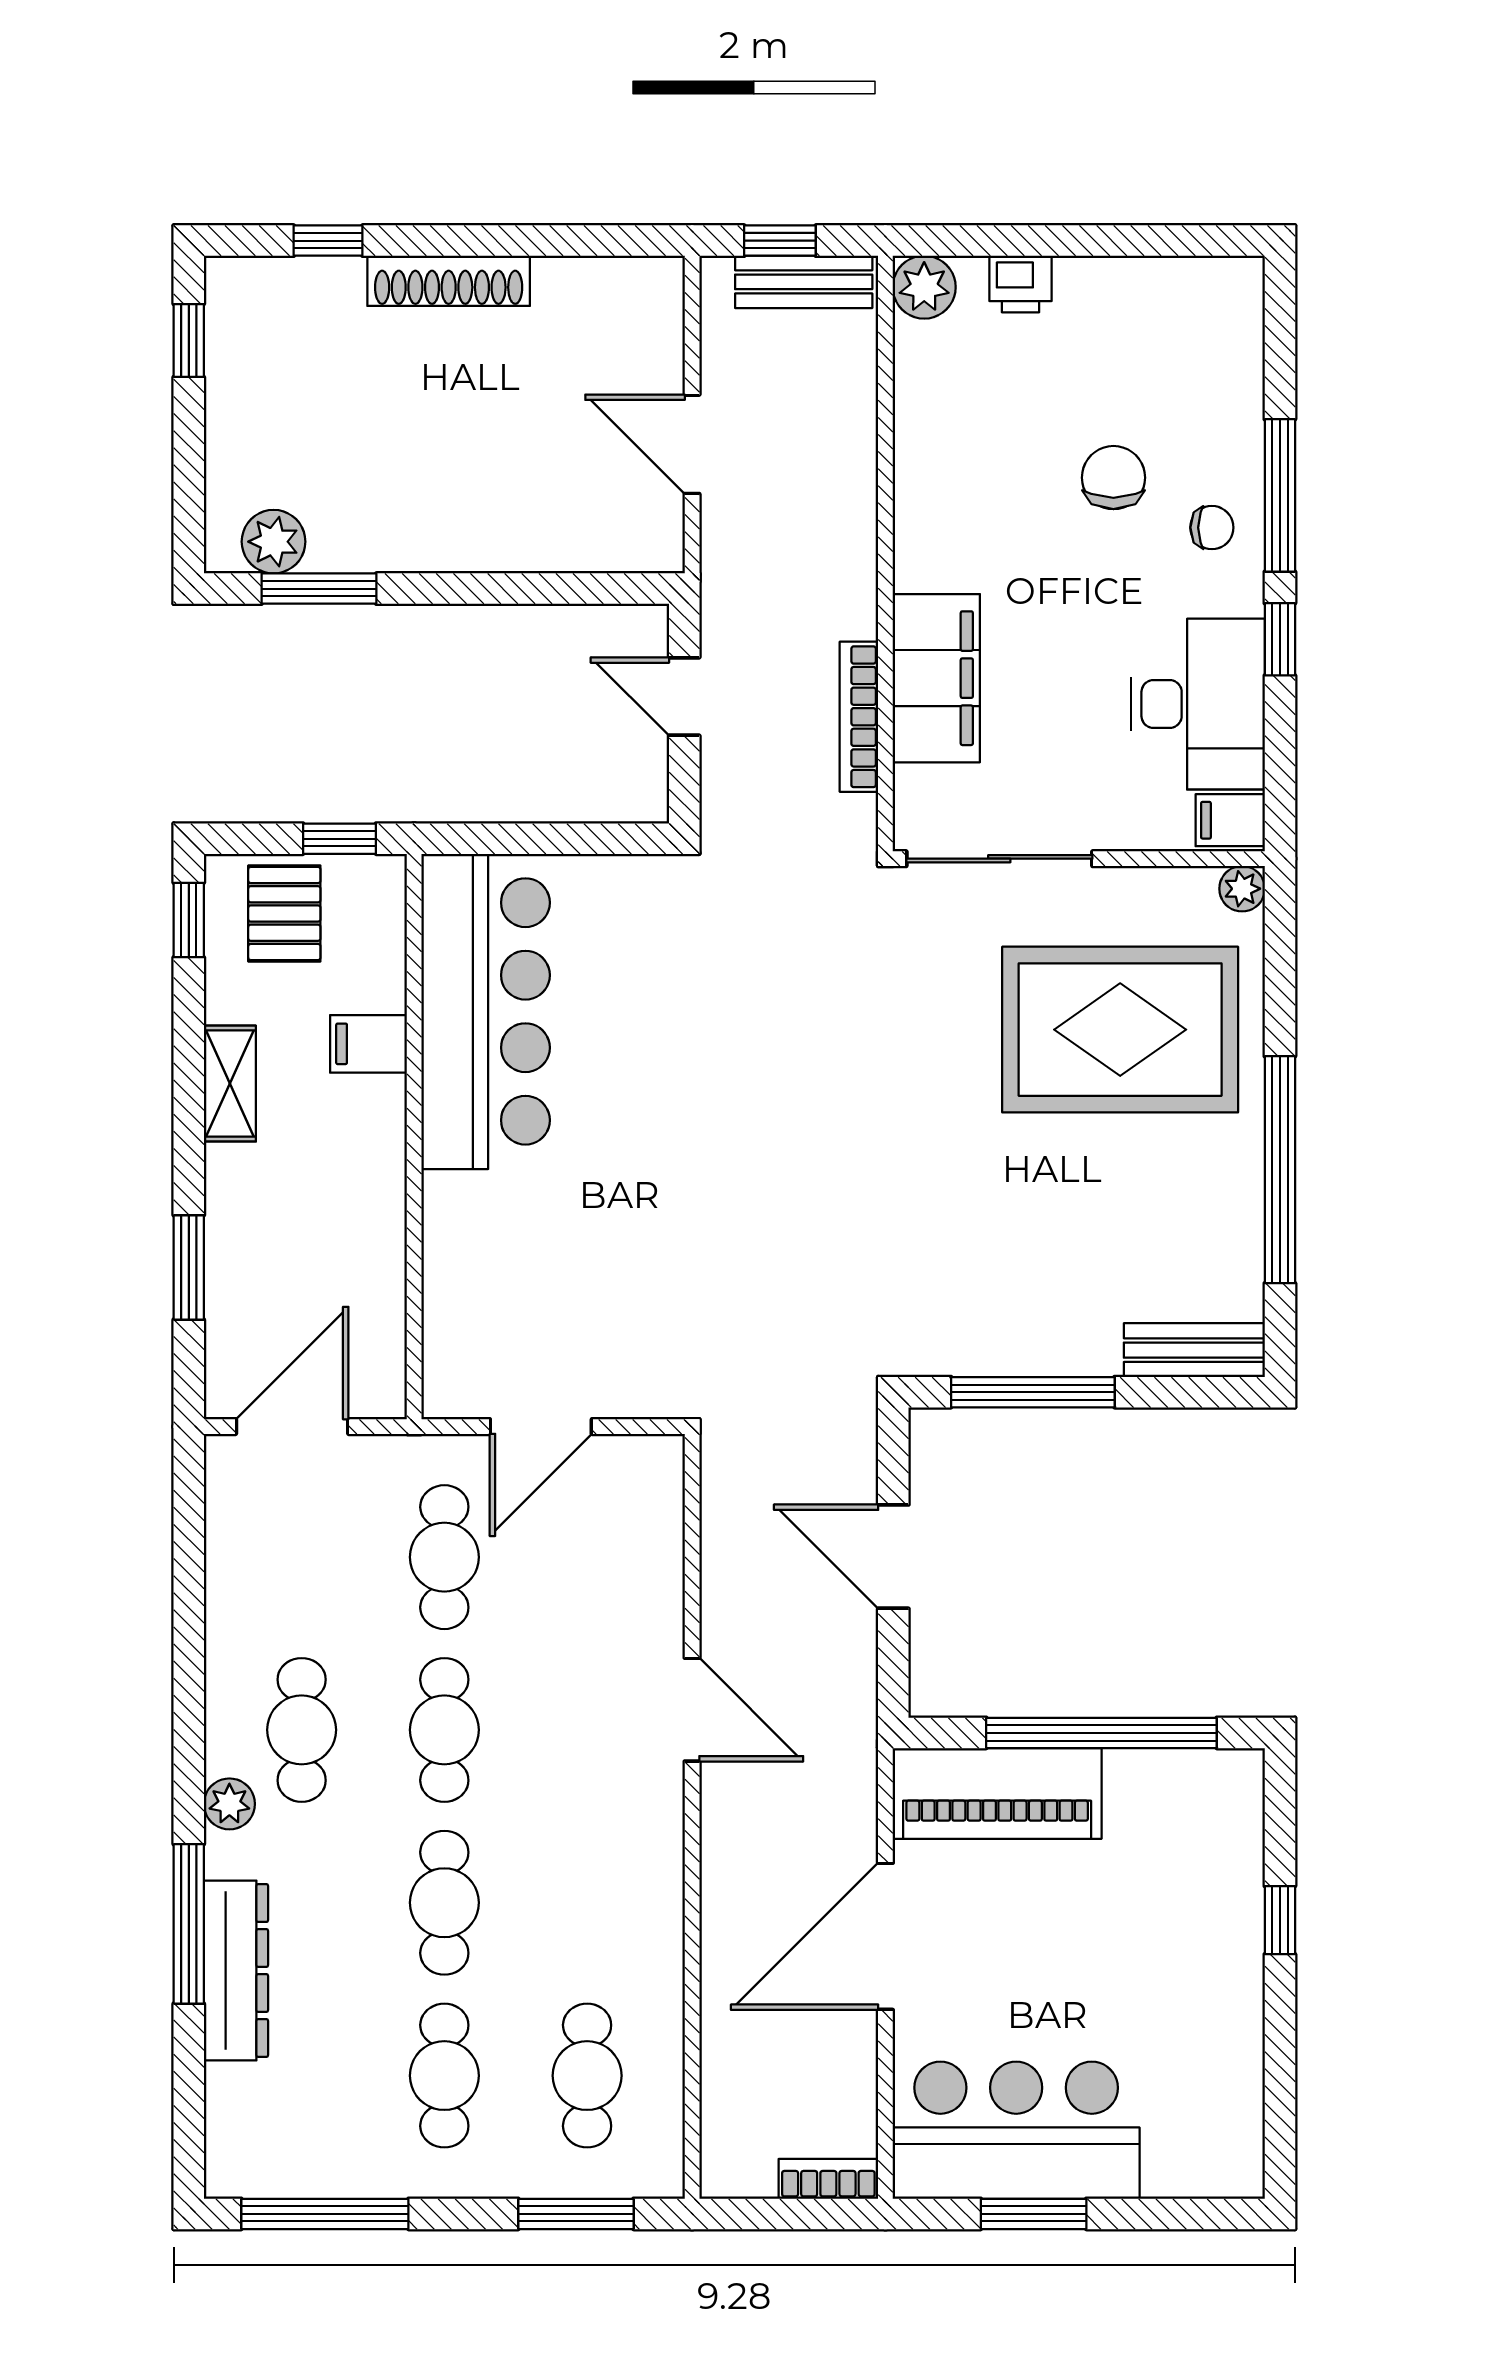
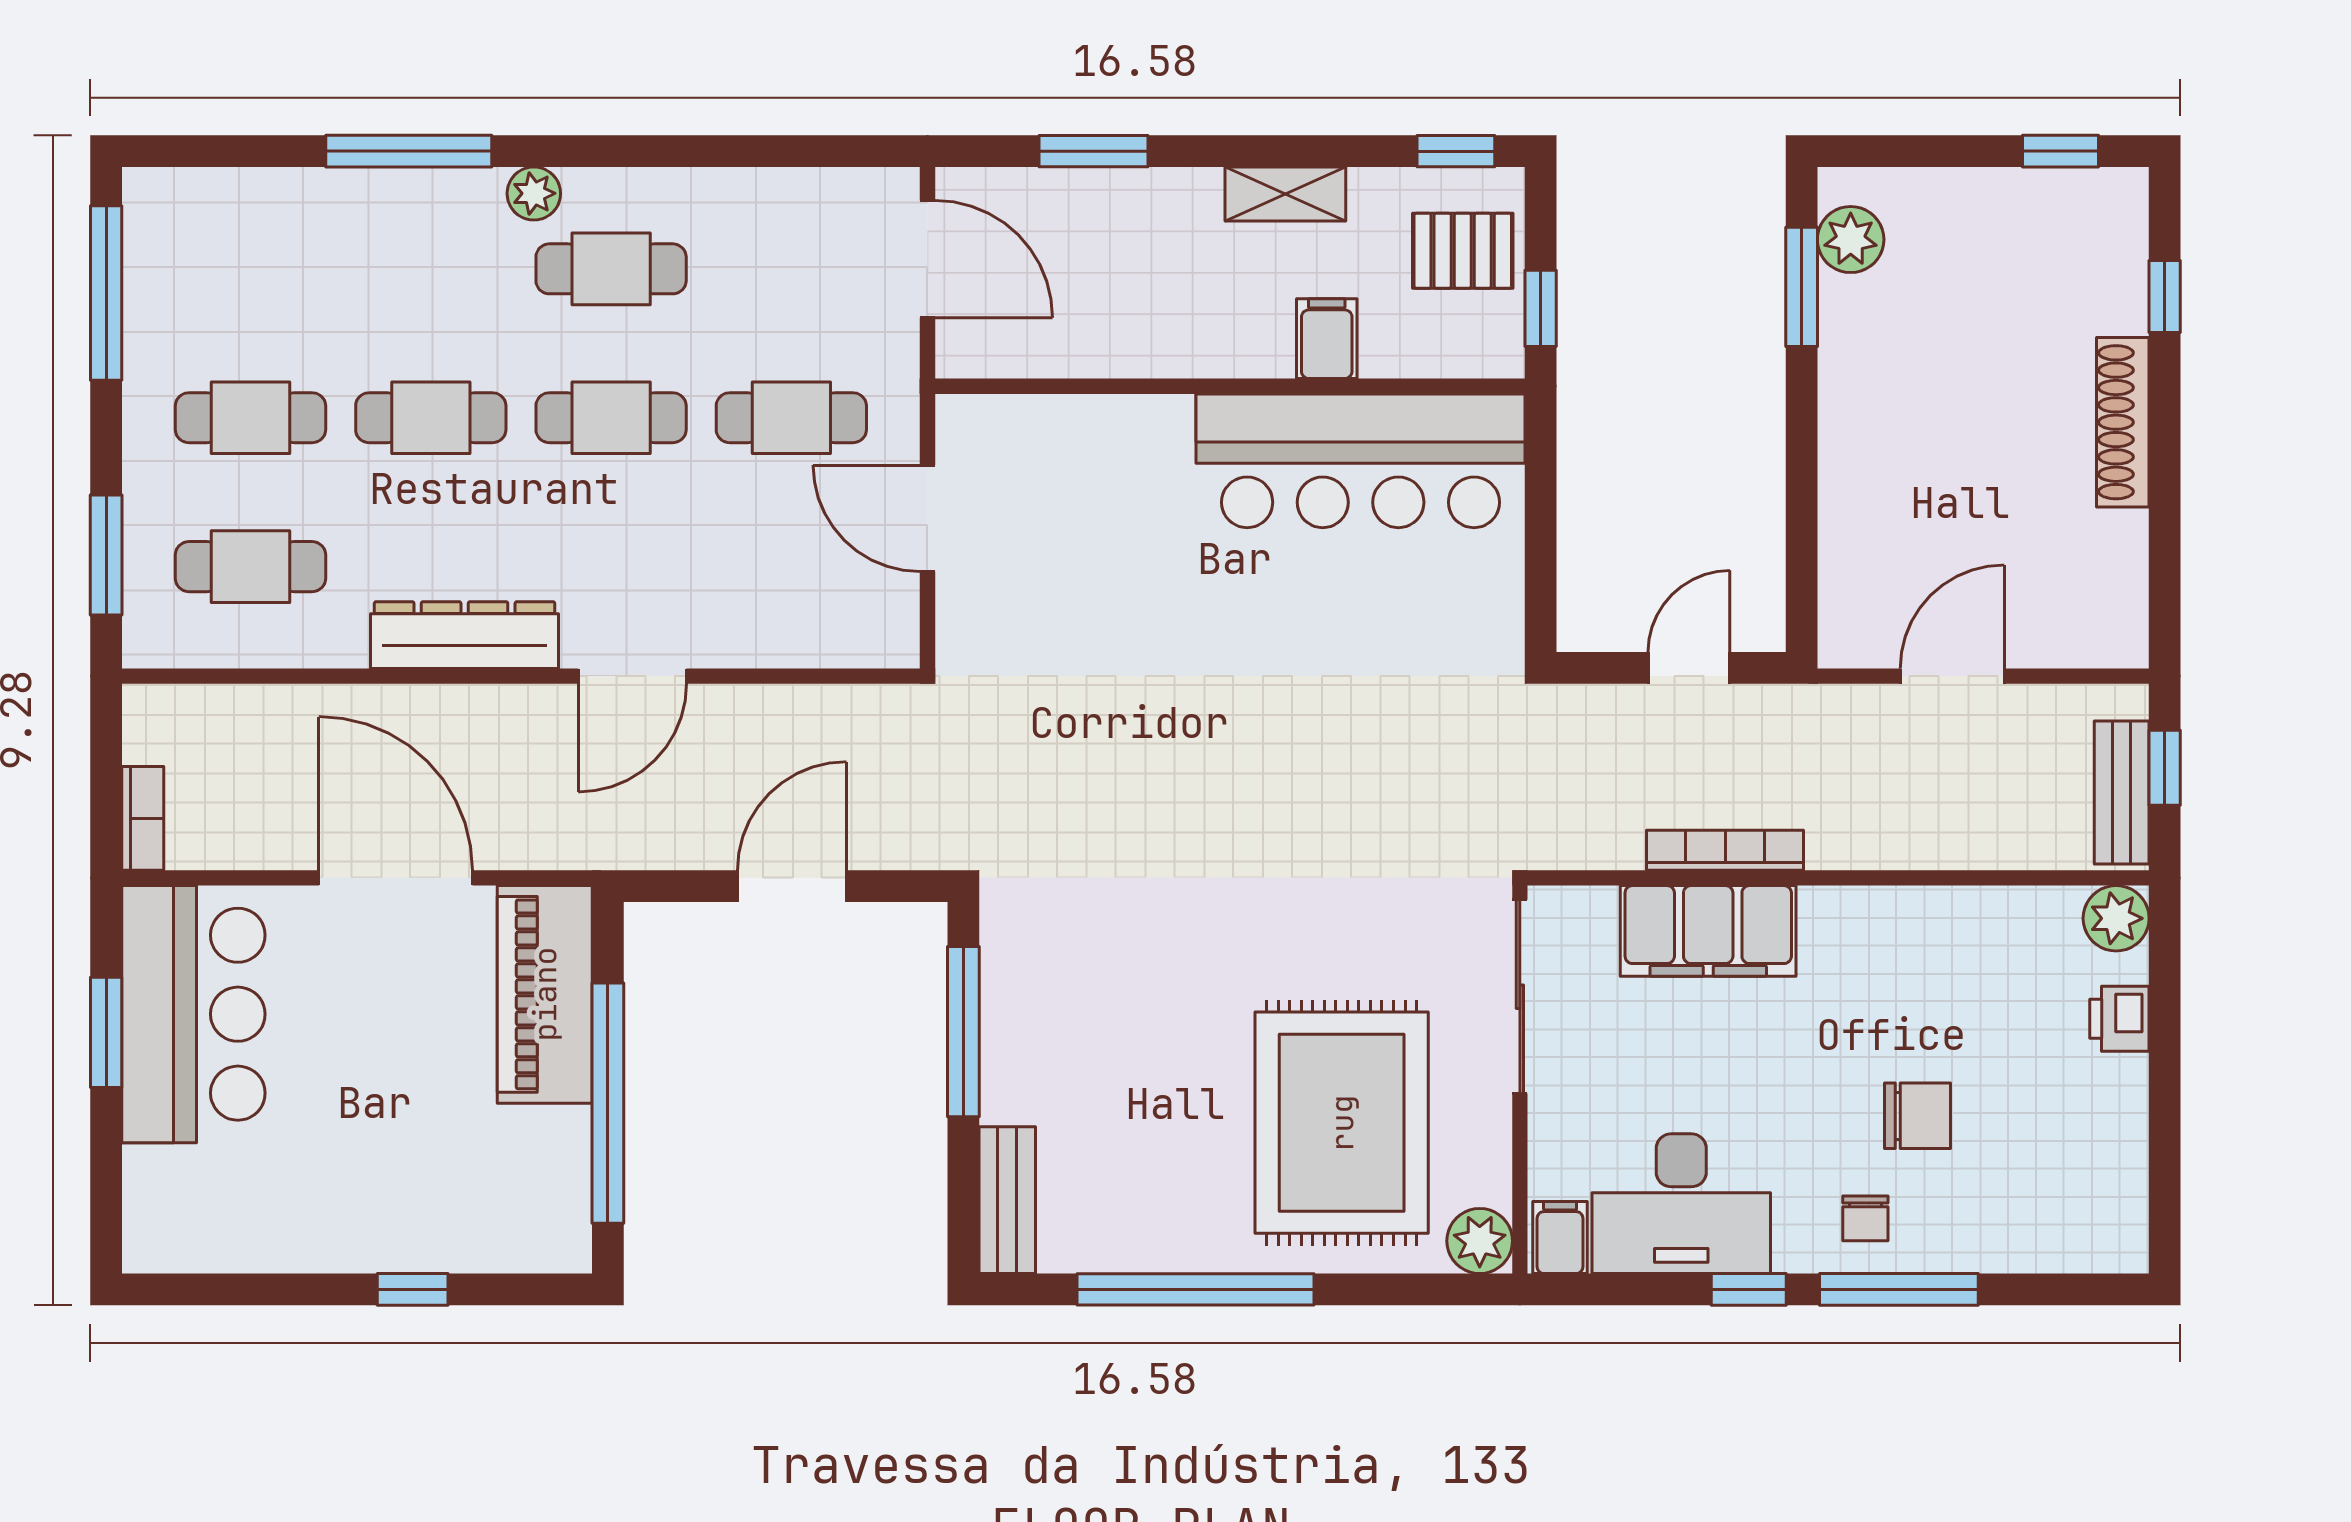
bookcase: (859, 717) -> (1725, 850), moved
plant: (1242, 889) -> (1480, 1241), width x1.38, depth x1.38
dresser: (236, 1971) -> (465, 635), moved, turned 180

